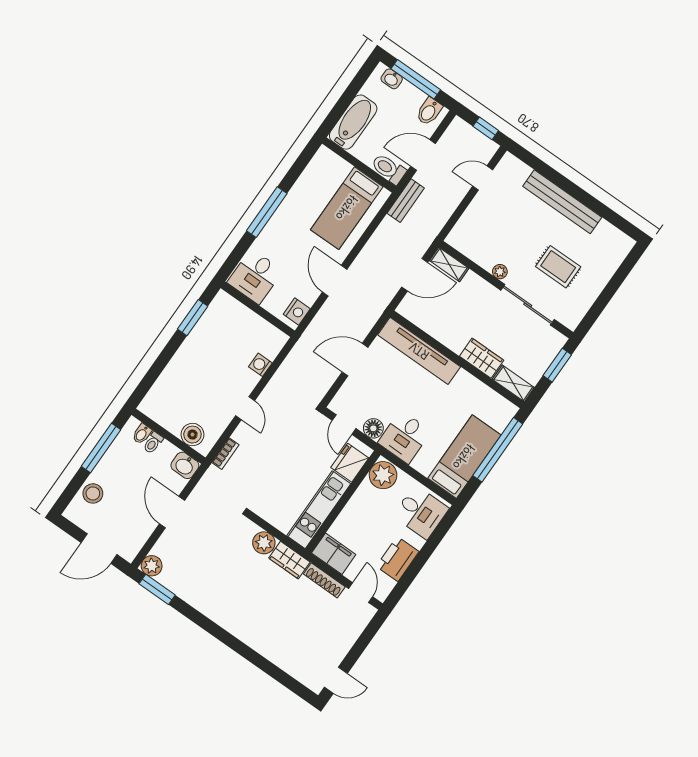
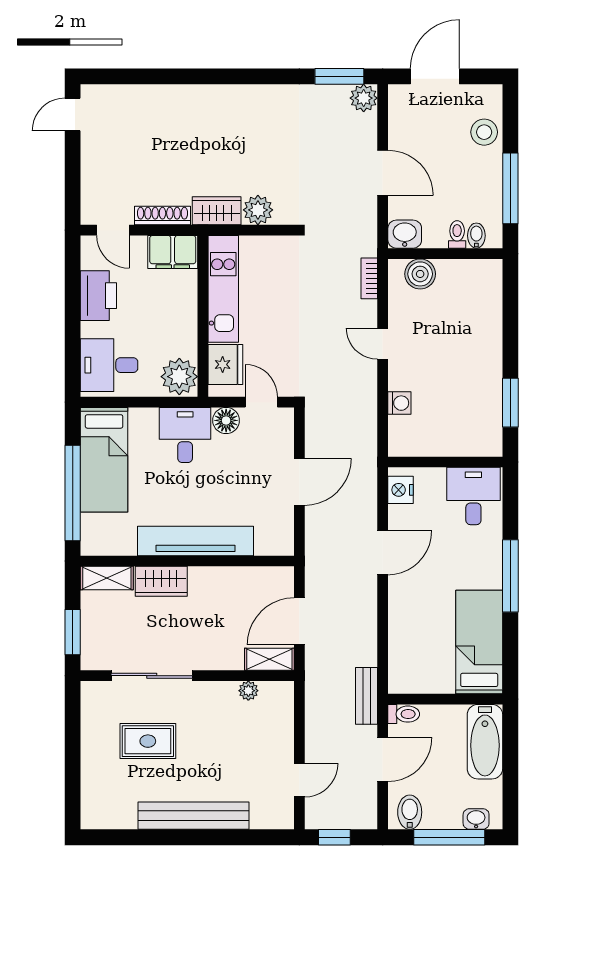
toilet: (389, 169) -> (404, 714), width x0.73, depth x0.72
bed: (347, 208) -> (479, 642), moved
plant: (500, 272) -> (248, 691), moved
door: (335, 281) -> (383, 553), hinge flipped
tv unit: (419, 351) -> (196, 541), moved

